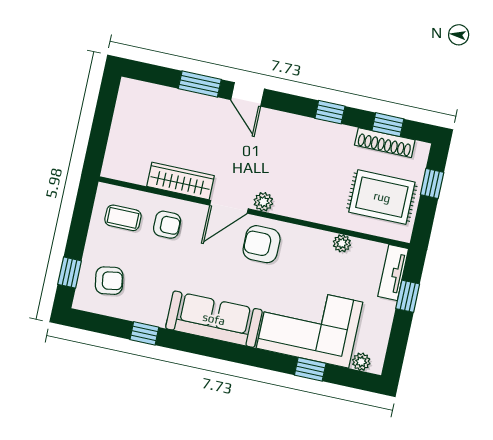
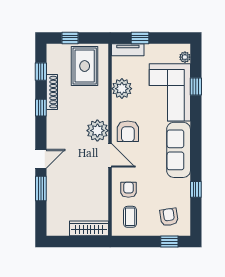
shoe rack: (385, 143) -> (52, 92), moved
wardrobe: (180, 181) -> (89, 228), moved, turned 90
plant: (263, 202) -> (97, 131), width x1.88, depth x1.88
plant: (342, 243) -> (122, 89), width x1.87, depth x1.87

